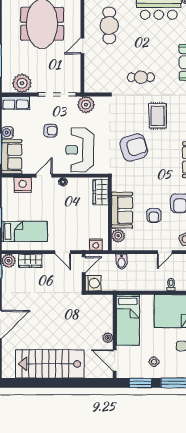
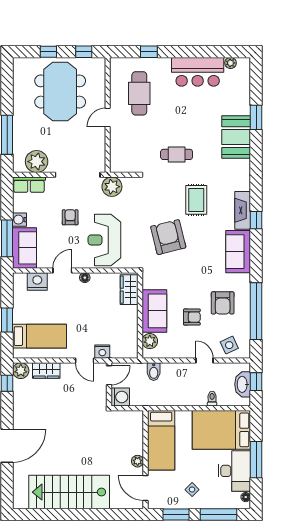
armchair: (51, 131) -> (70, 217), turned -90
armchair: (134, 147) -> (168, 237), turned -88
armchair: (154, 215) -> (192, 317), turned -90
nightstand: (96, 245) -> (102, 352), moved
door: (165, 252) -> (205, 360), swing flipped

